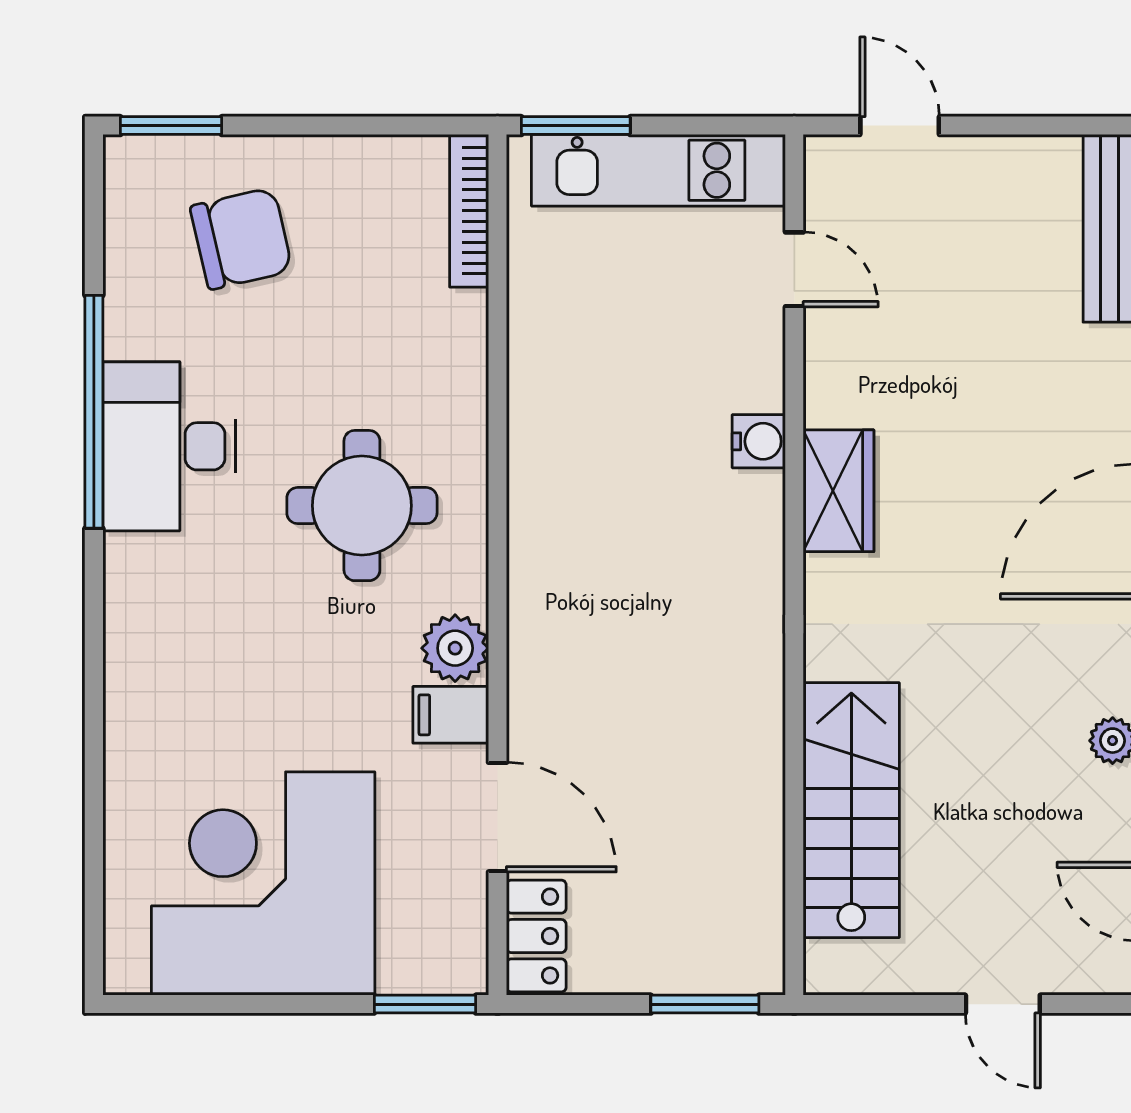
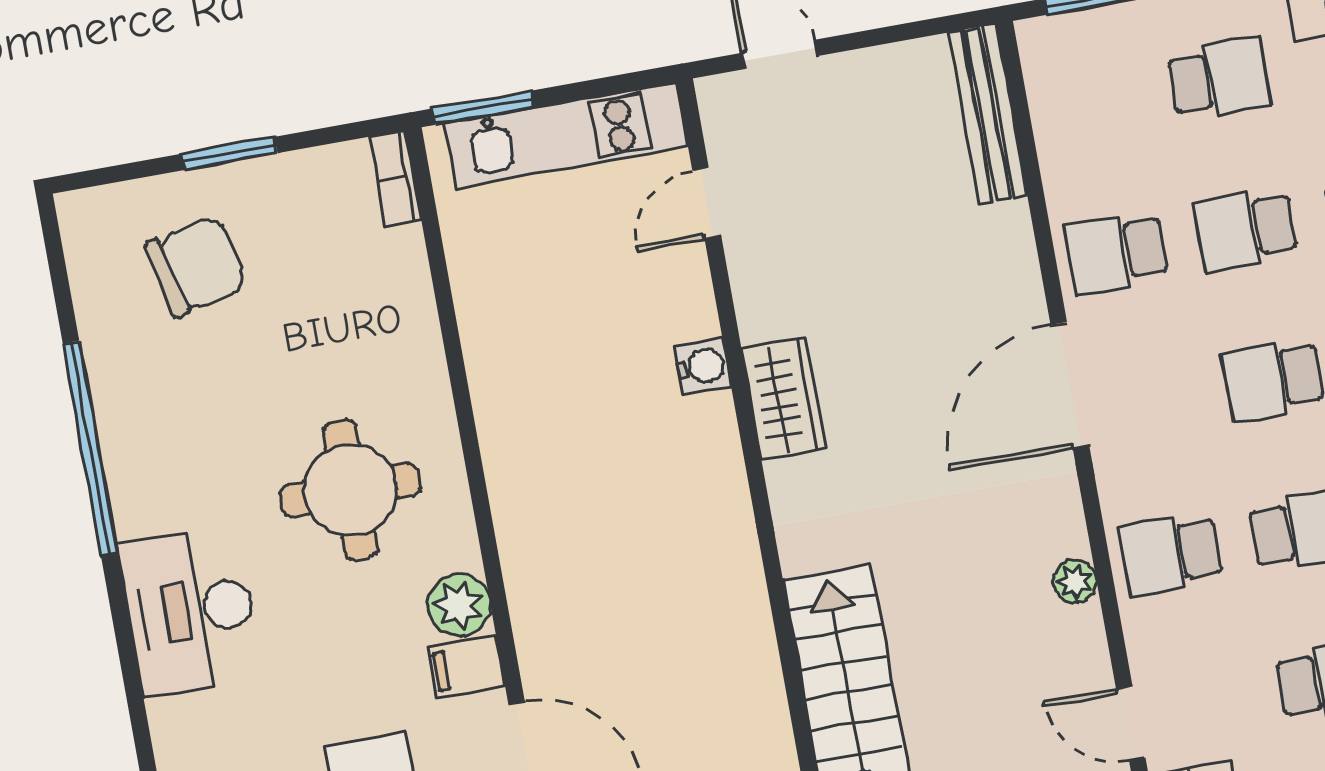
window: (171, 126) -> (230, 153), moved
bookcase: (469, 211) -> (395, 178), width x0.64
door: (794, 269) -> (707, 203), swing flipped
desk: (169, 446) -> (190, 611), moved

